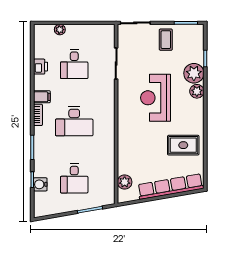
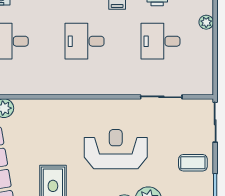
desk: (74, 121) -> (85, 41), width x0.73

